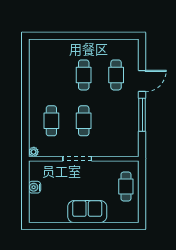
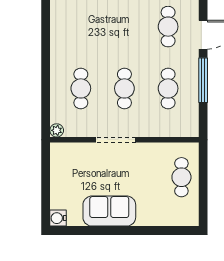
cafe table: (84, 75) -> (168, 88), moved
water cooler: (35, 187) -> (58, 218), moved
sofa: (87, 212) -> (109, 211), moved

